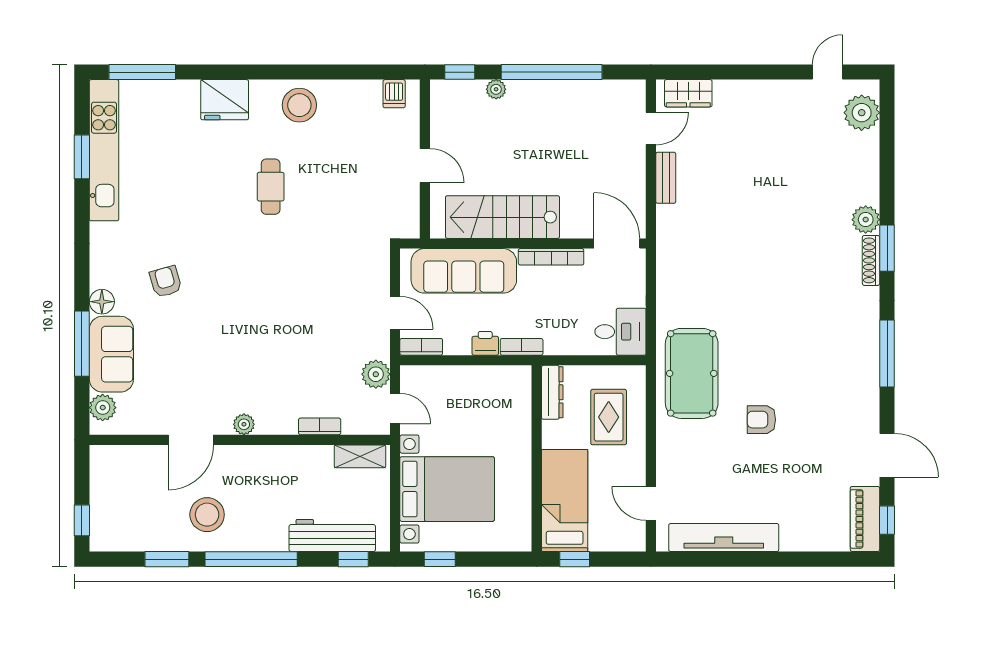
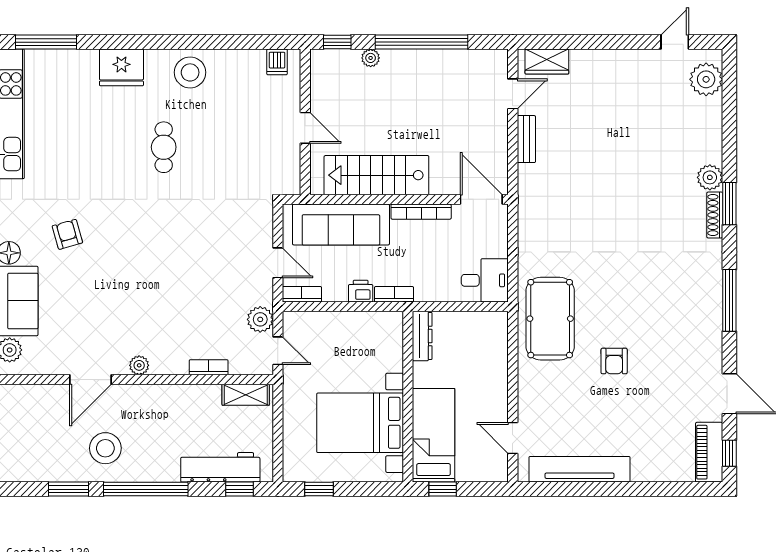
rug: (609, 417) -> (474, 359), removed
armchair: (761, 420) -> (614, 361), turned -90
bed with nightstands: (447, 489) -> (360, 423), moved, turned 180

